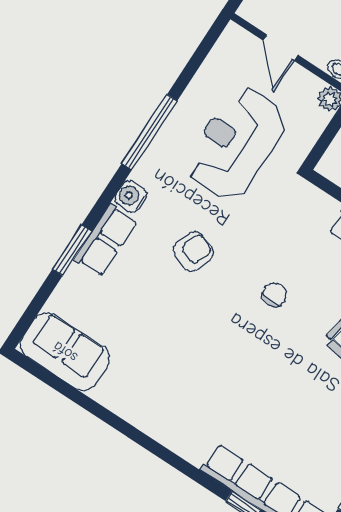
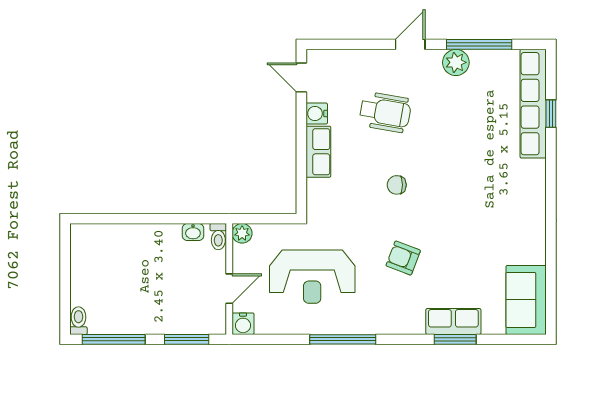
water cooler: (131, 196) -> (243, 324), moved
row of seats: (106, 240) -> (453, 321), moved

